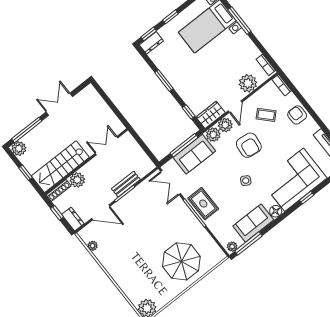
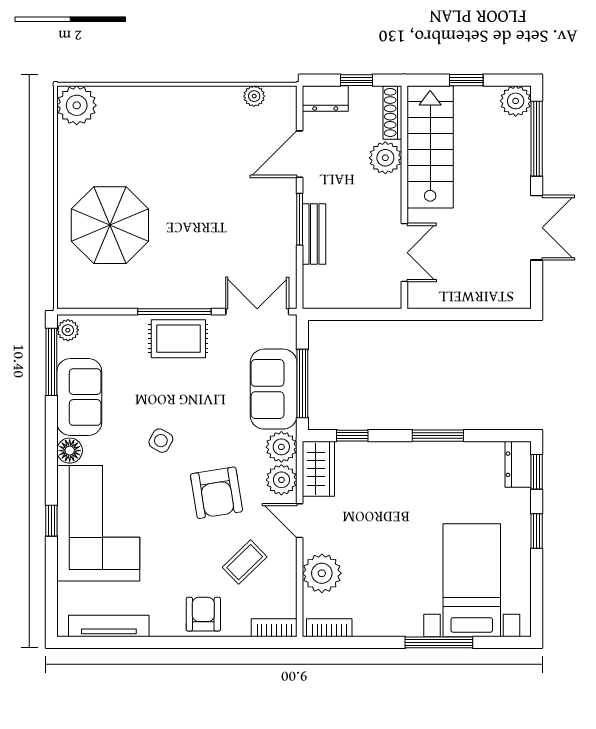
armchair: (297, 115) -> (203, 614), turned -90
armchair: (249, 145) -> (216, 493), turned -106

